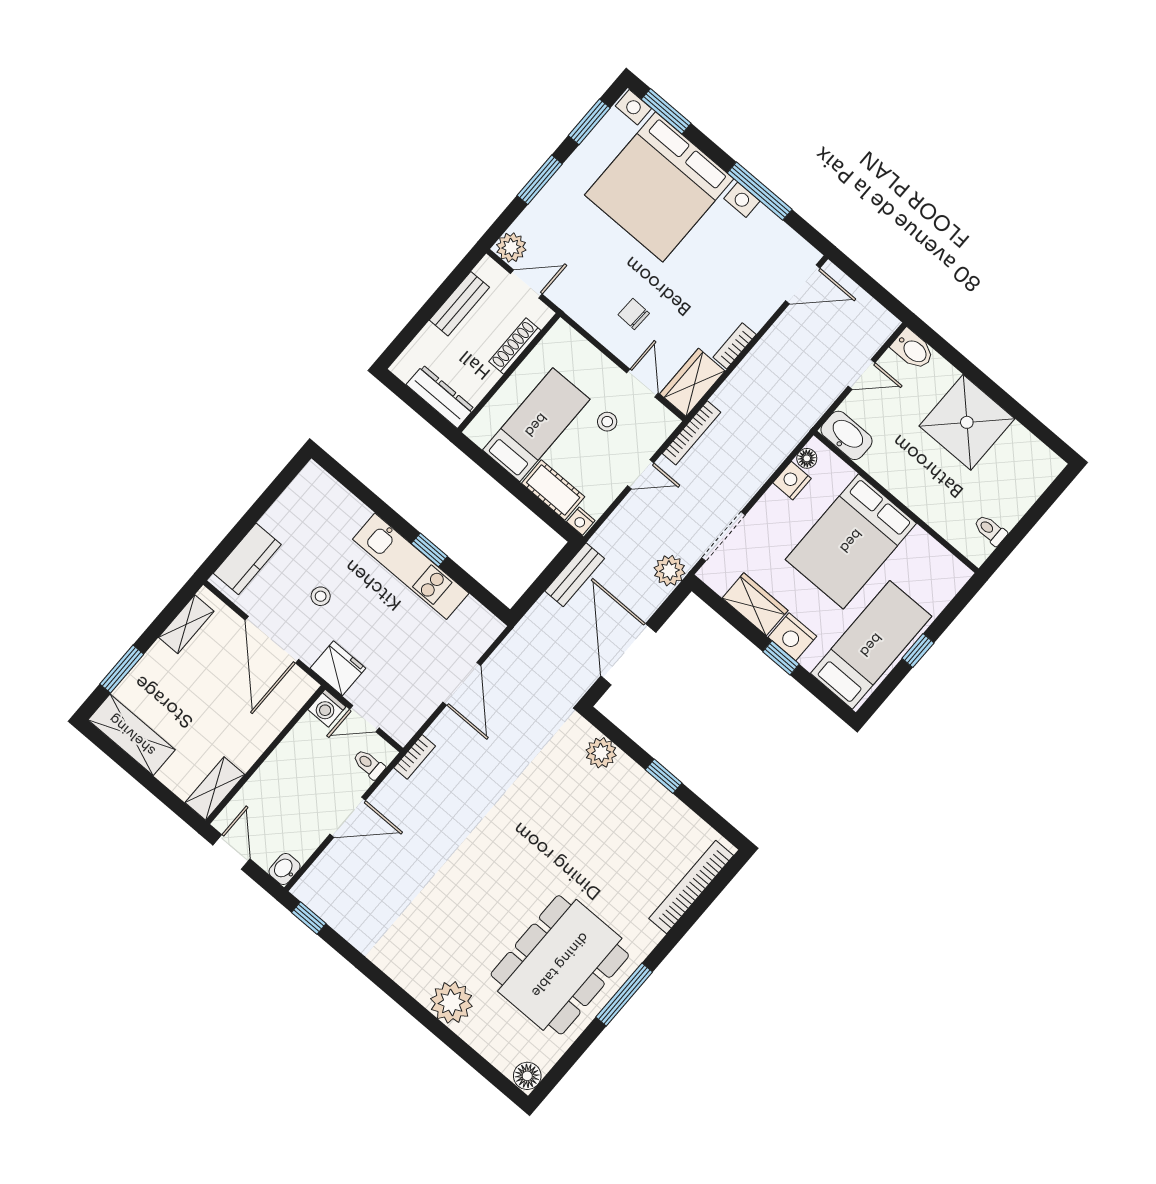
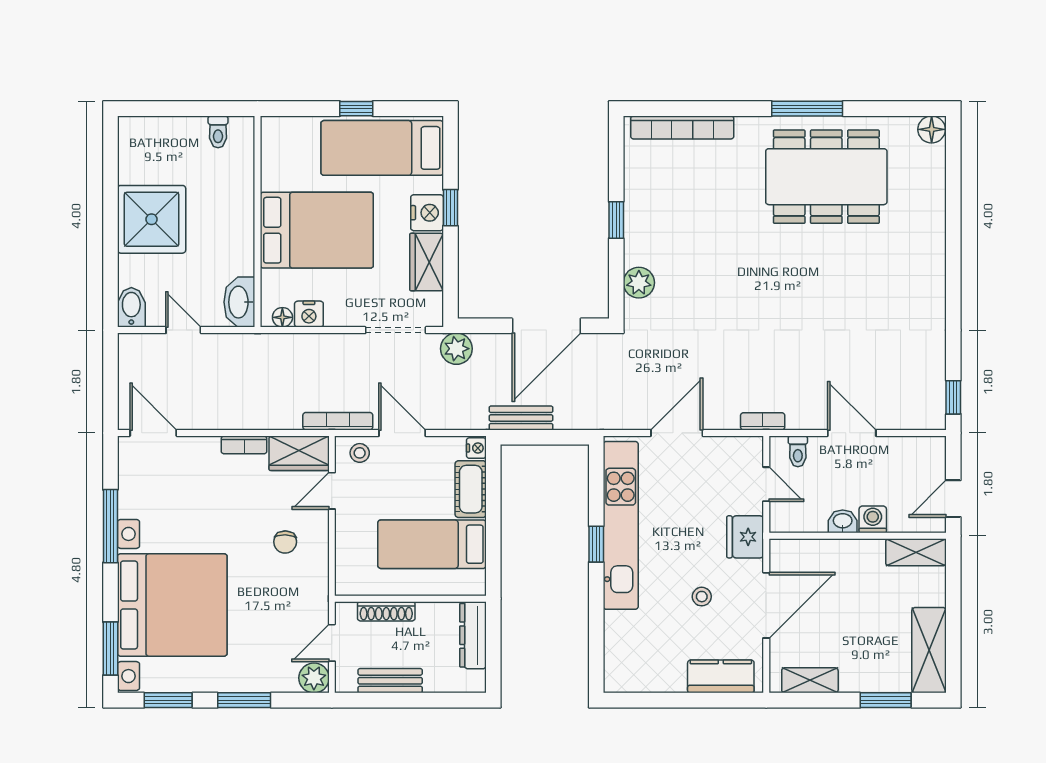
door: (526, 284) -> (332, 643), hinge flipped
stool: (607, 422) -> (360, 453), moved
door: (641, 474) -> (402, 433), width x1.38
kitchen unit: (411, 566) -> (621, 525), width x1.36
washing machine: (327, 708) -> (873, 519), moved, turned -90
washbasin: (284, 869) -> (843, 521), moved, turned 180
plant: (451, 1002) -> (925, 234), removed

